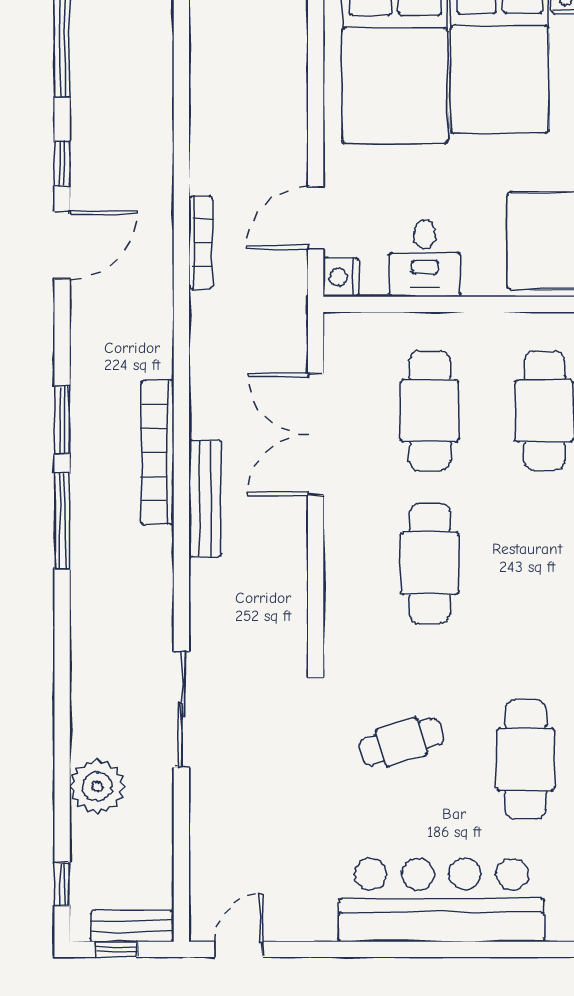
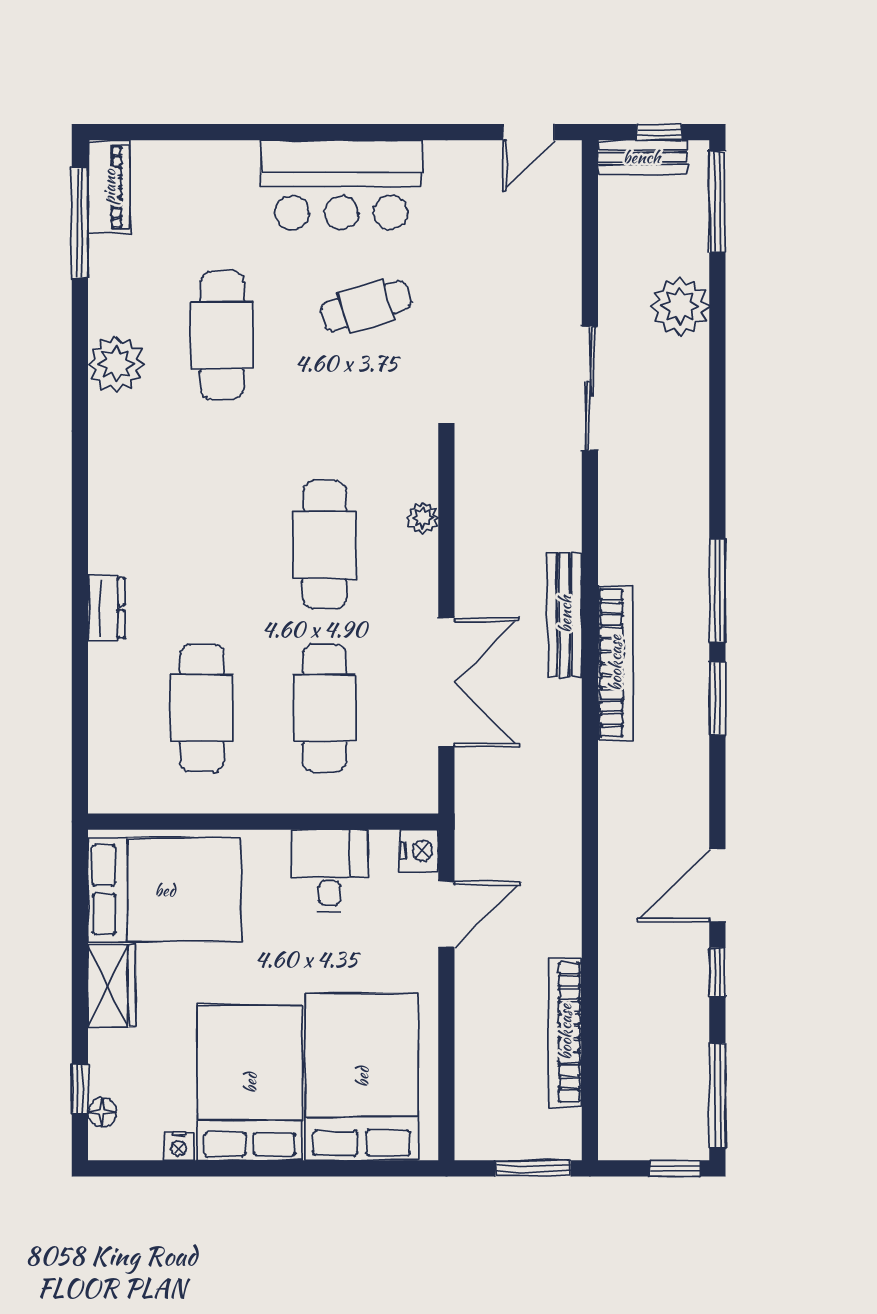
bookcase: (201, 242) -> (565, 1032), moved, width x1.48, depth x1.31
plant: (338, 589) -> (423, 518), added
cafe table: (402, 742) -> (366, 306), moved
window: (62, 884) -> (717, 202), width x2.17
bar counter: (441, 900) -> (341, 185), width x0.73

